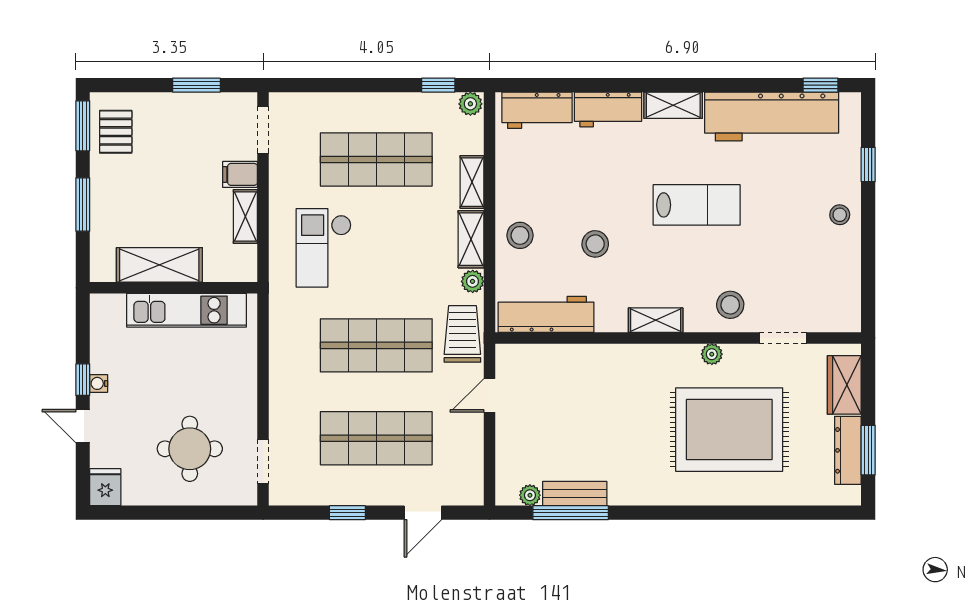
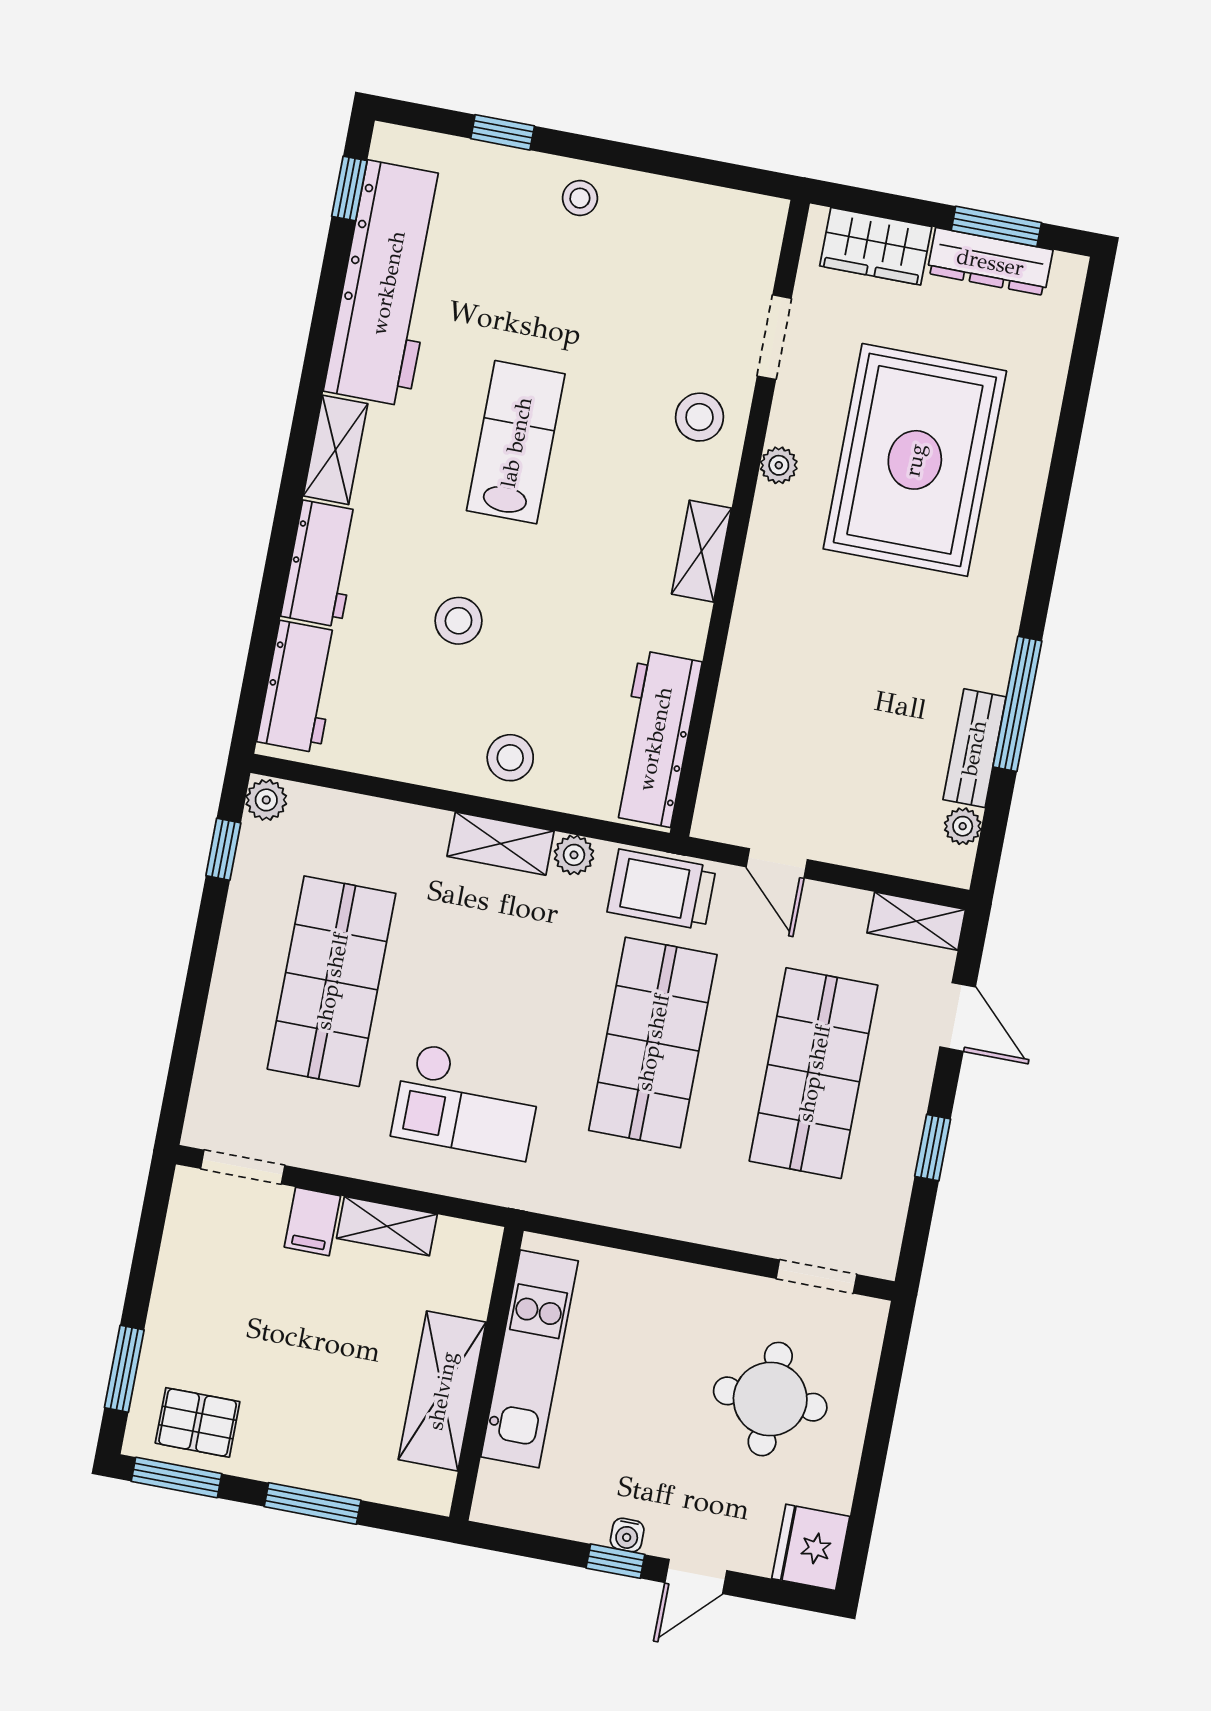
window: (196, 85) -> (124, 1369), moved
shelving: (472, 182) -> (916, 921), moved
stool: (595, 244) -> (459, 621), moved
fridge: (105, 487) -> (811, 1547), width x1.38
window: (571, 513) -> (1017, 704), moved

